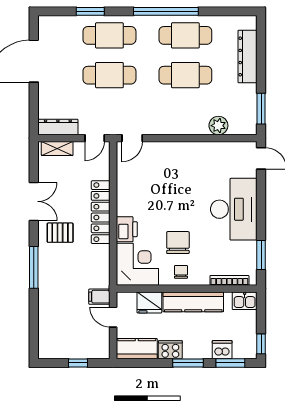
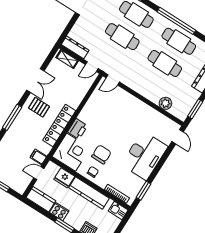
locker: (101, 212) -> (59, 126), moved
door: (113, 317) -> (39, 173), hinge flipped

